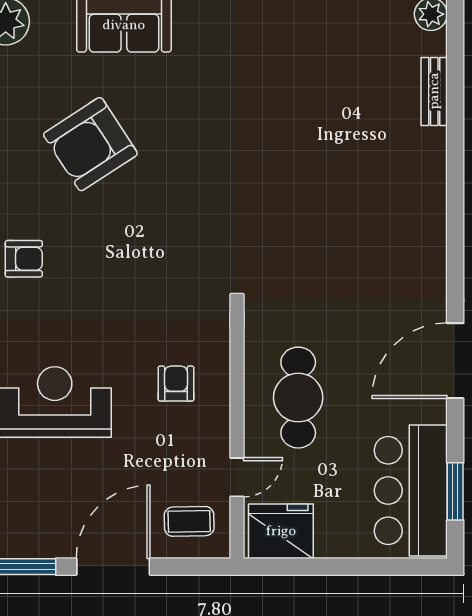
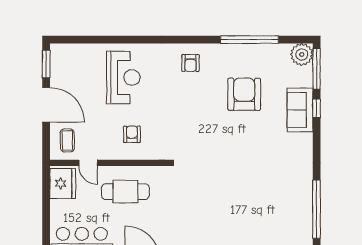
armchair: (90, 144) -> (244, 94), turned 33
armchair: (176, 384) -> (132, 134), turned -90

